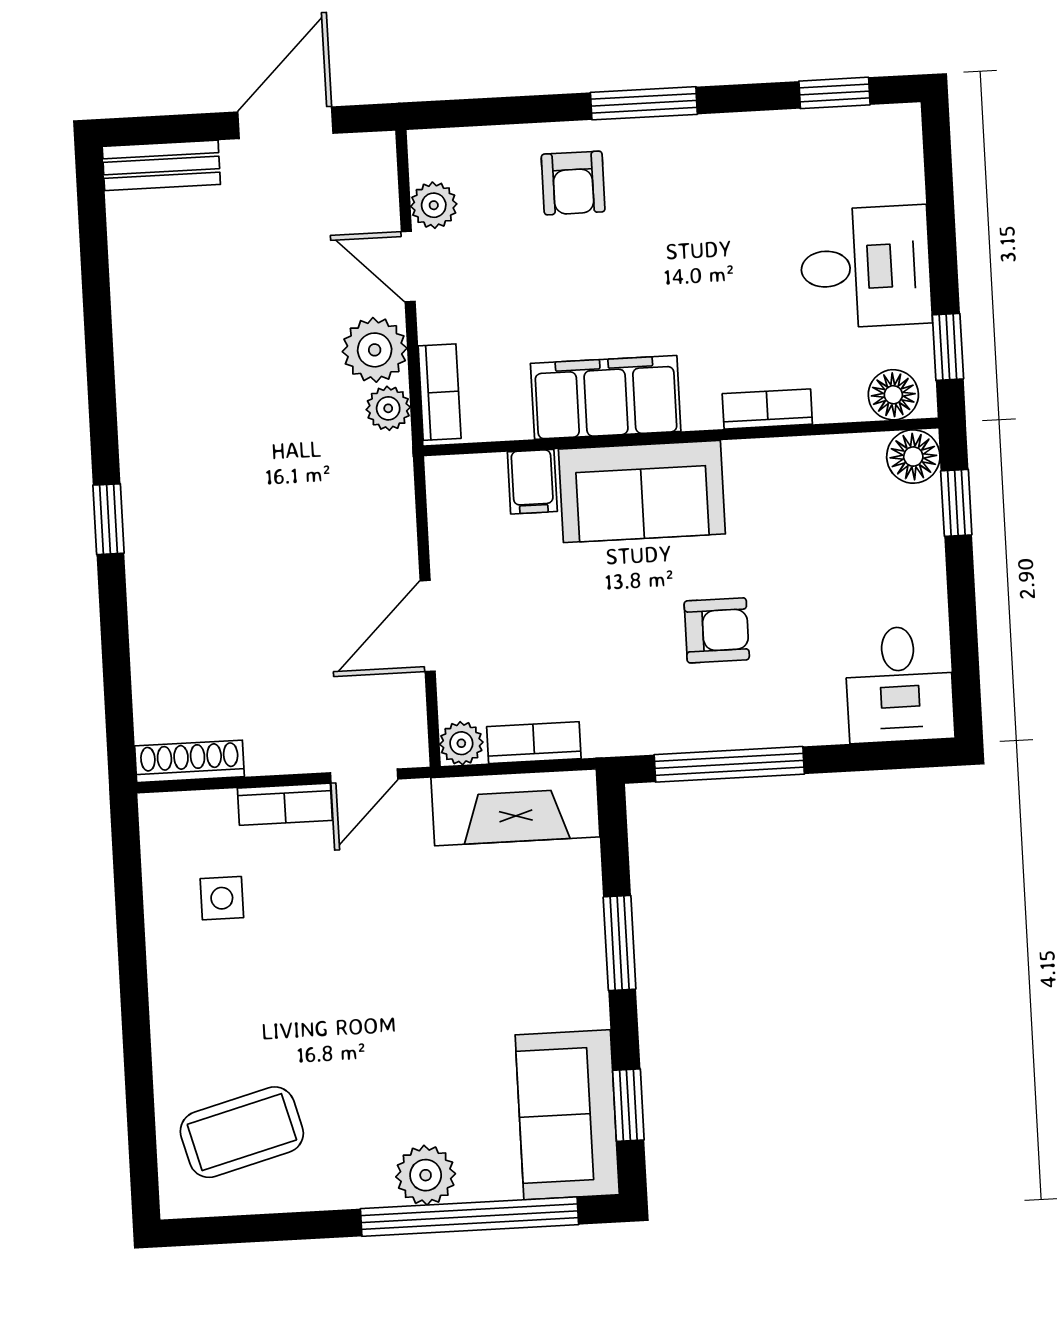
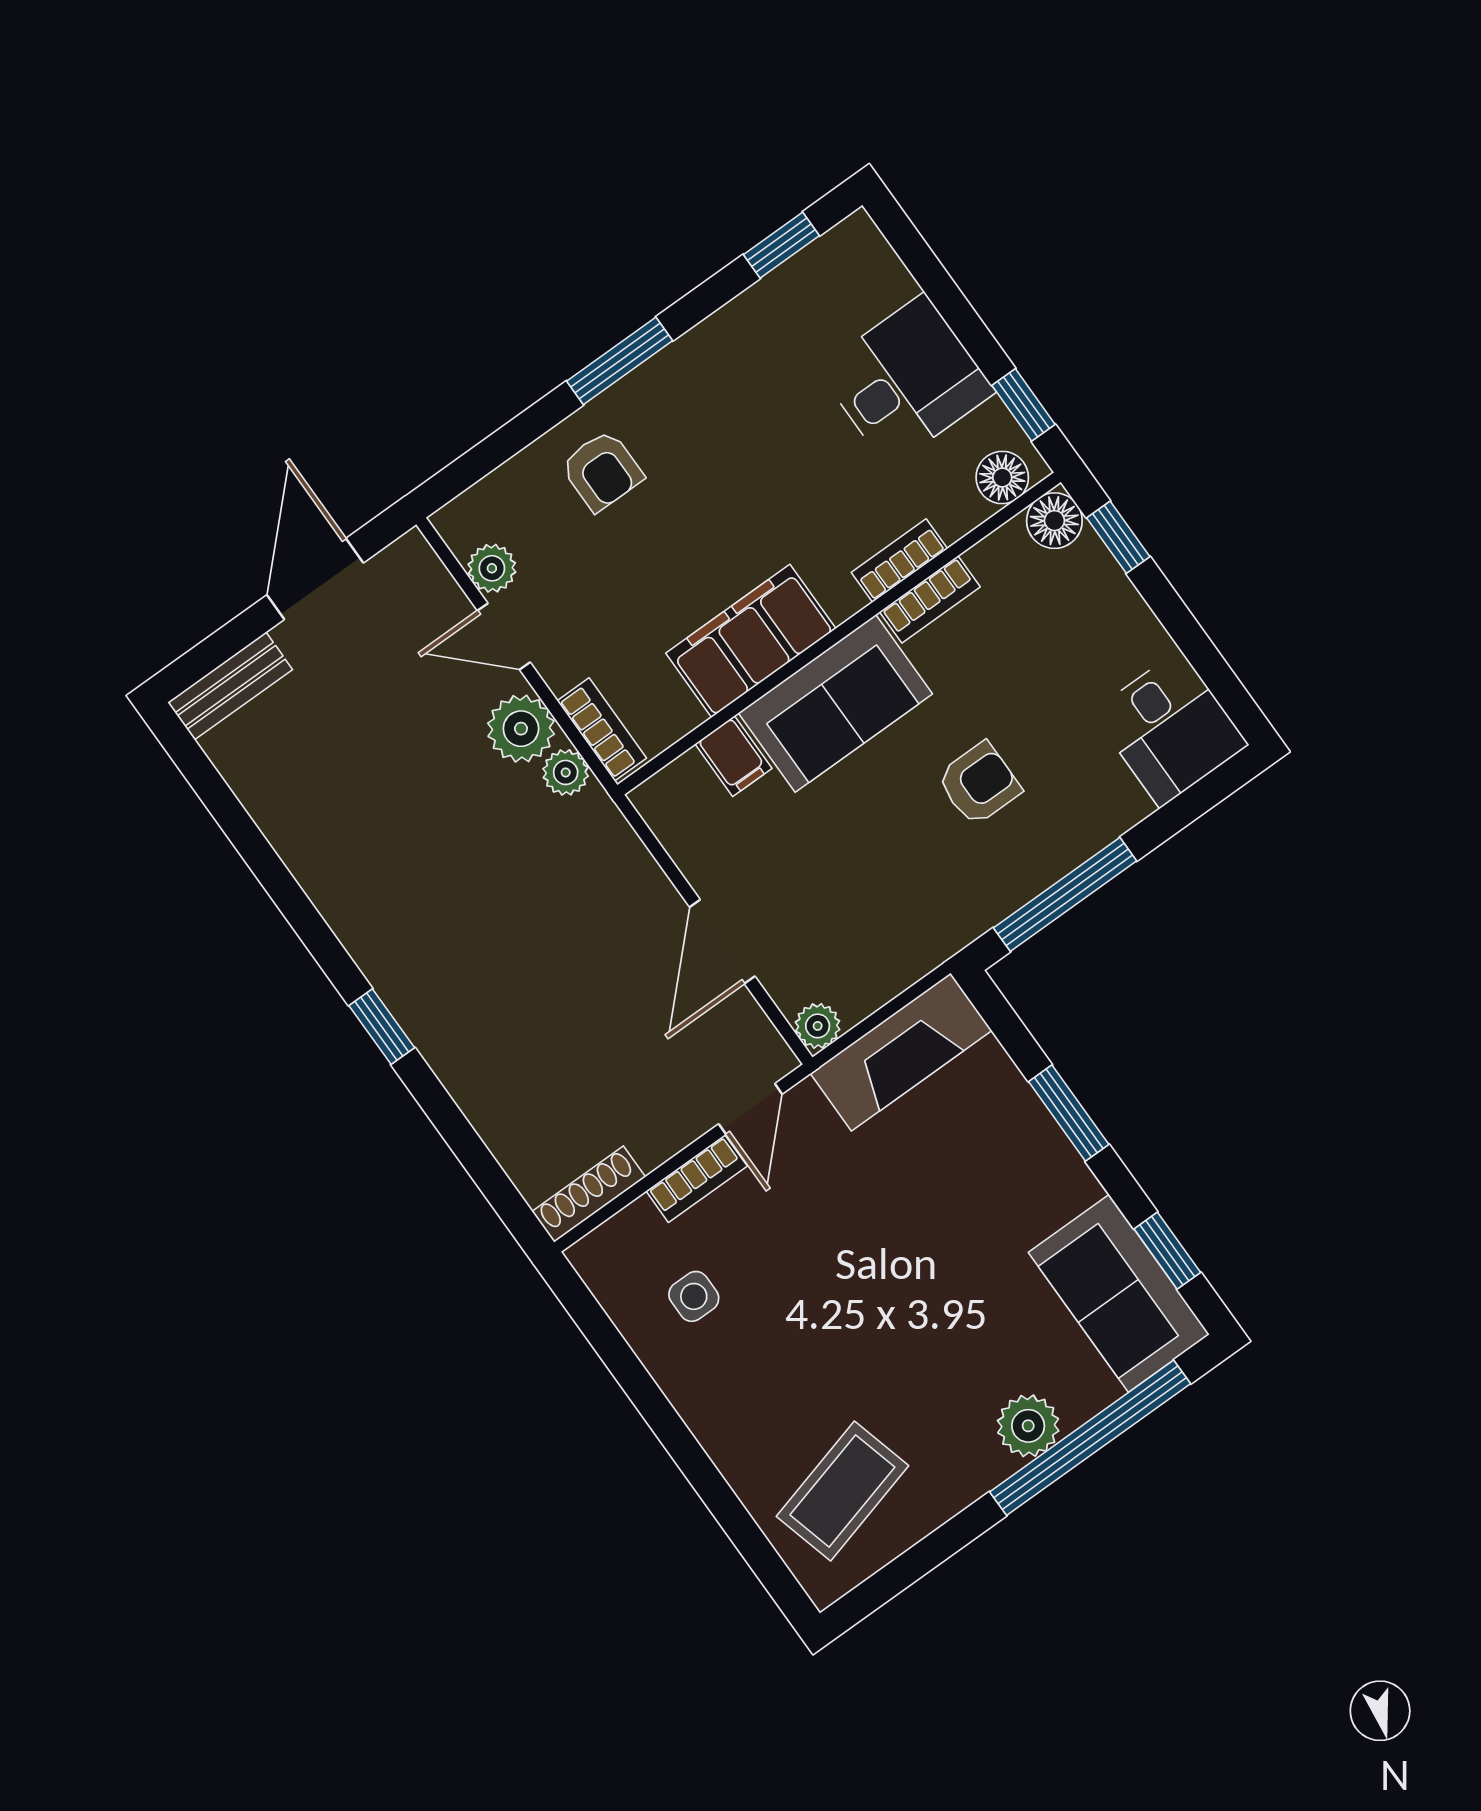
bookcase: (534, 743) -> (930, 599), moved, turned 180

